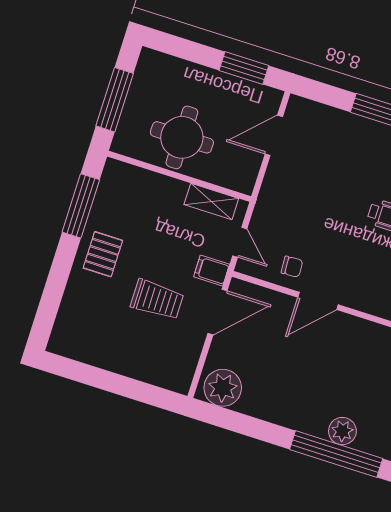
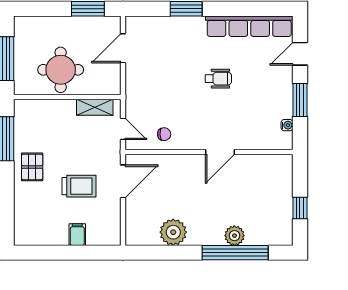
filing cabinet: (212, 271) -> (77, 235), moved, turned 90
door: (318, 301) -> (220, 152), moved
plant: (223, 388) -> (173, 232), moved

